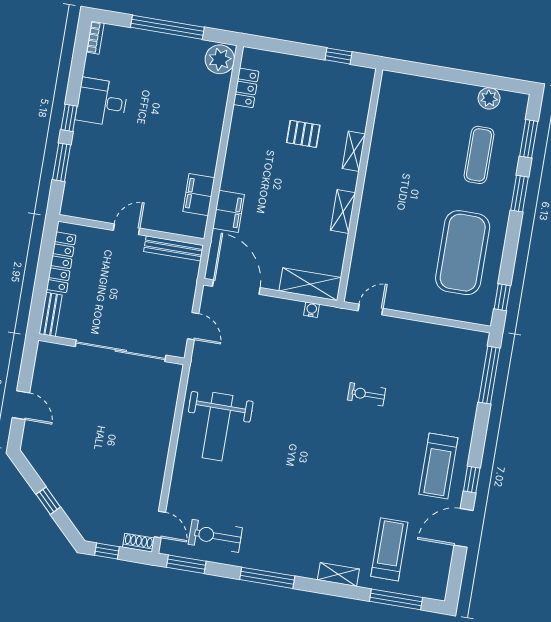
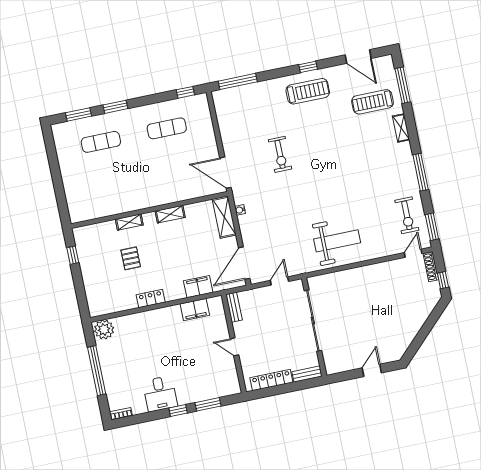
locker: (246, 88) -> (151, 299), moved
plant: (489, 98) -> (63, 149), removed
bench: (174, 248) -> (234, 307), width x0.73
exercise mat: (463, 253) -> (167, 128), width x0.50, depth x0.69
door: (370, 310) -> (225, 173), width x1.88
exercise bike: (367, 394) -> (280, 154), width x1.38, depth x1.39
window: (48, 501) -> (426, 330), removed
door: (464, 528) -> (358, 57), moved
shoe rack: (139, 543) -> (431, 267), width x1.43

